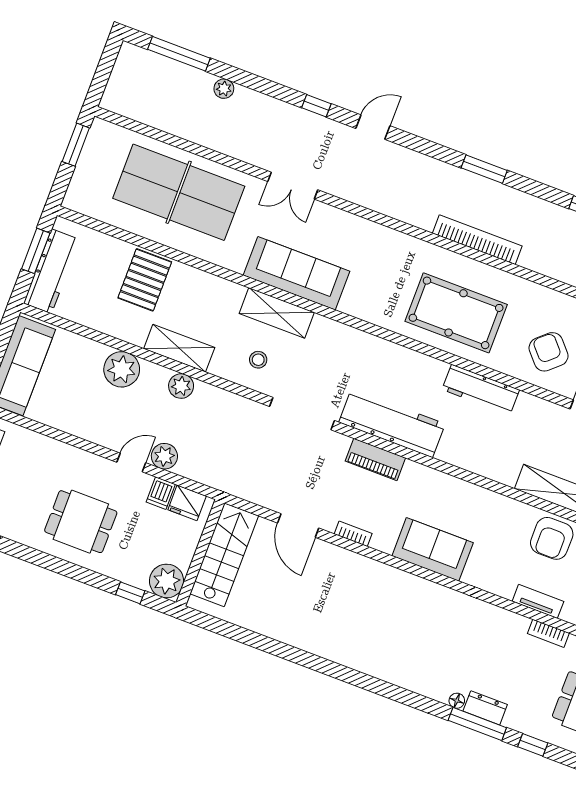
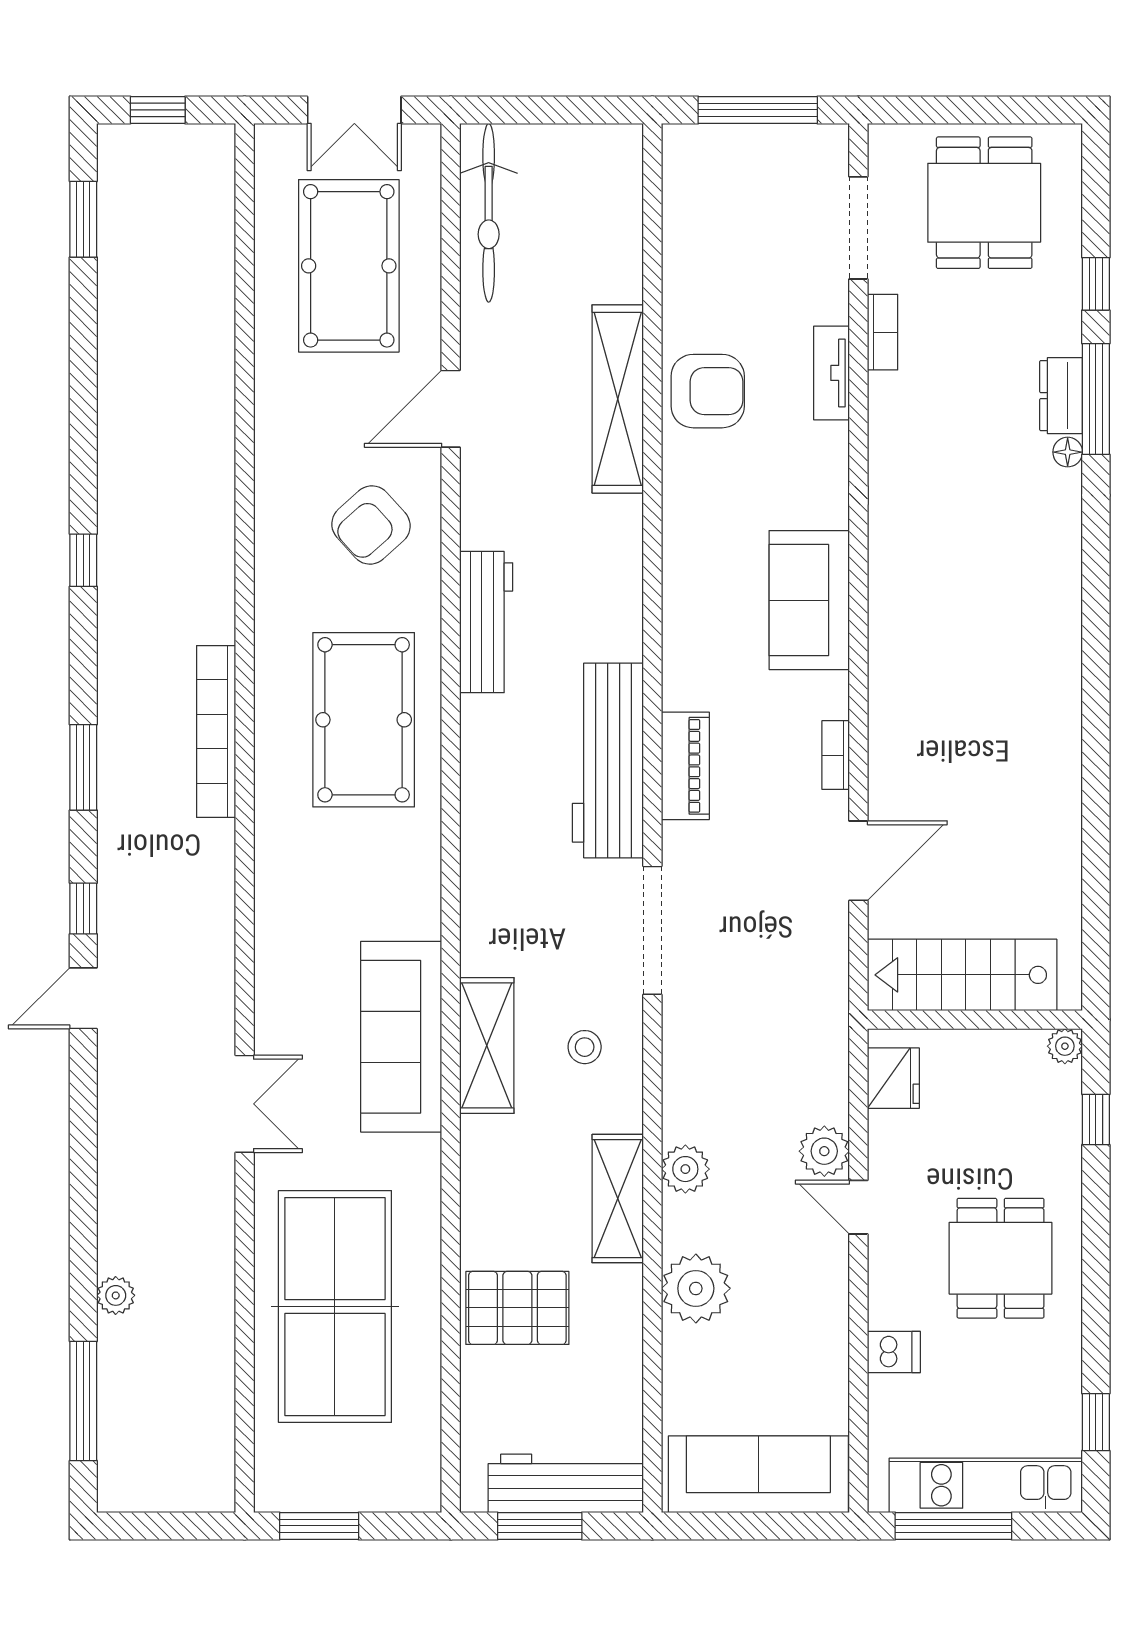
window: (316, 106) -> (83, 908), moved
door: (373, 127) -> (83, 998), hinge flipped
dishwasher: (161, 493) -> (894, 1352), moved
plant: (167, 581) -> (1065, 1046), width x0.53, depth x0.53

